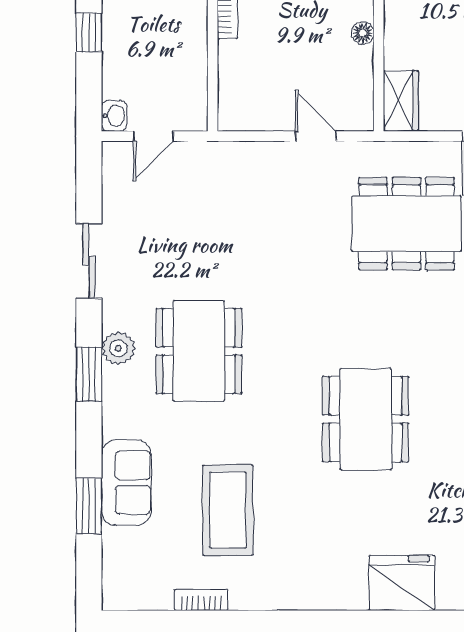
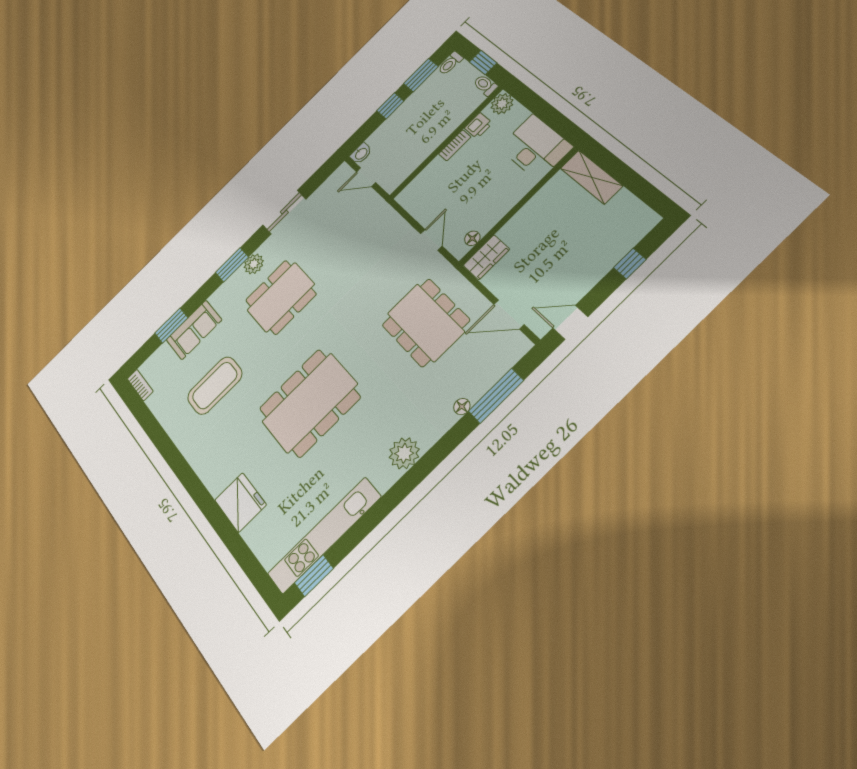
floor lamp: (363, 33) -> (472, 238), moved
dining table: (366, 419) -> (309, 403), width x1.36, depth x1.24
bookcase: (201, 600) -> (140, 385), moved

